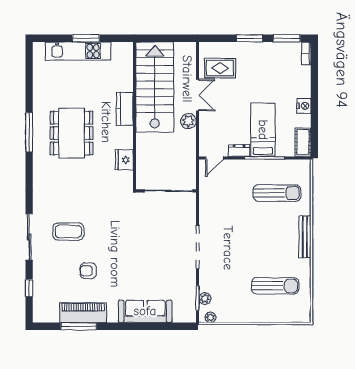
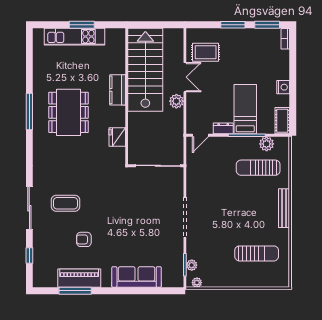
plant: (286, 167) -> (267, 144), added
sun lounger: (277, 193) -> (258, 168), turned 180

